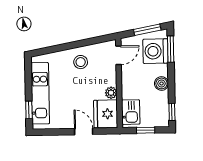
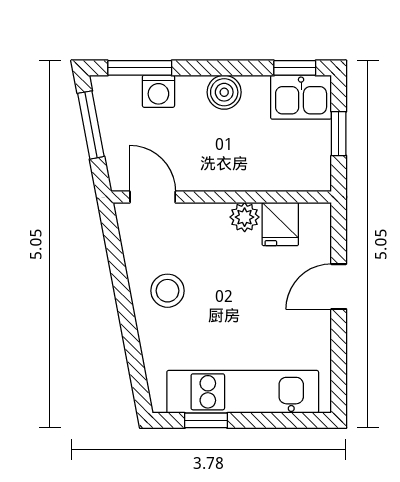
washing machine: (155, 51) -> (158, 91), width x0.53, depth x0.53
window: (29, 110) -> (206, 420), moved
kitchen sink: (131, 112) -> (301, 97), moved, turned 180
fridge: (106, 114) -> (280, 224), width x0.53, depth x0.75

